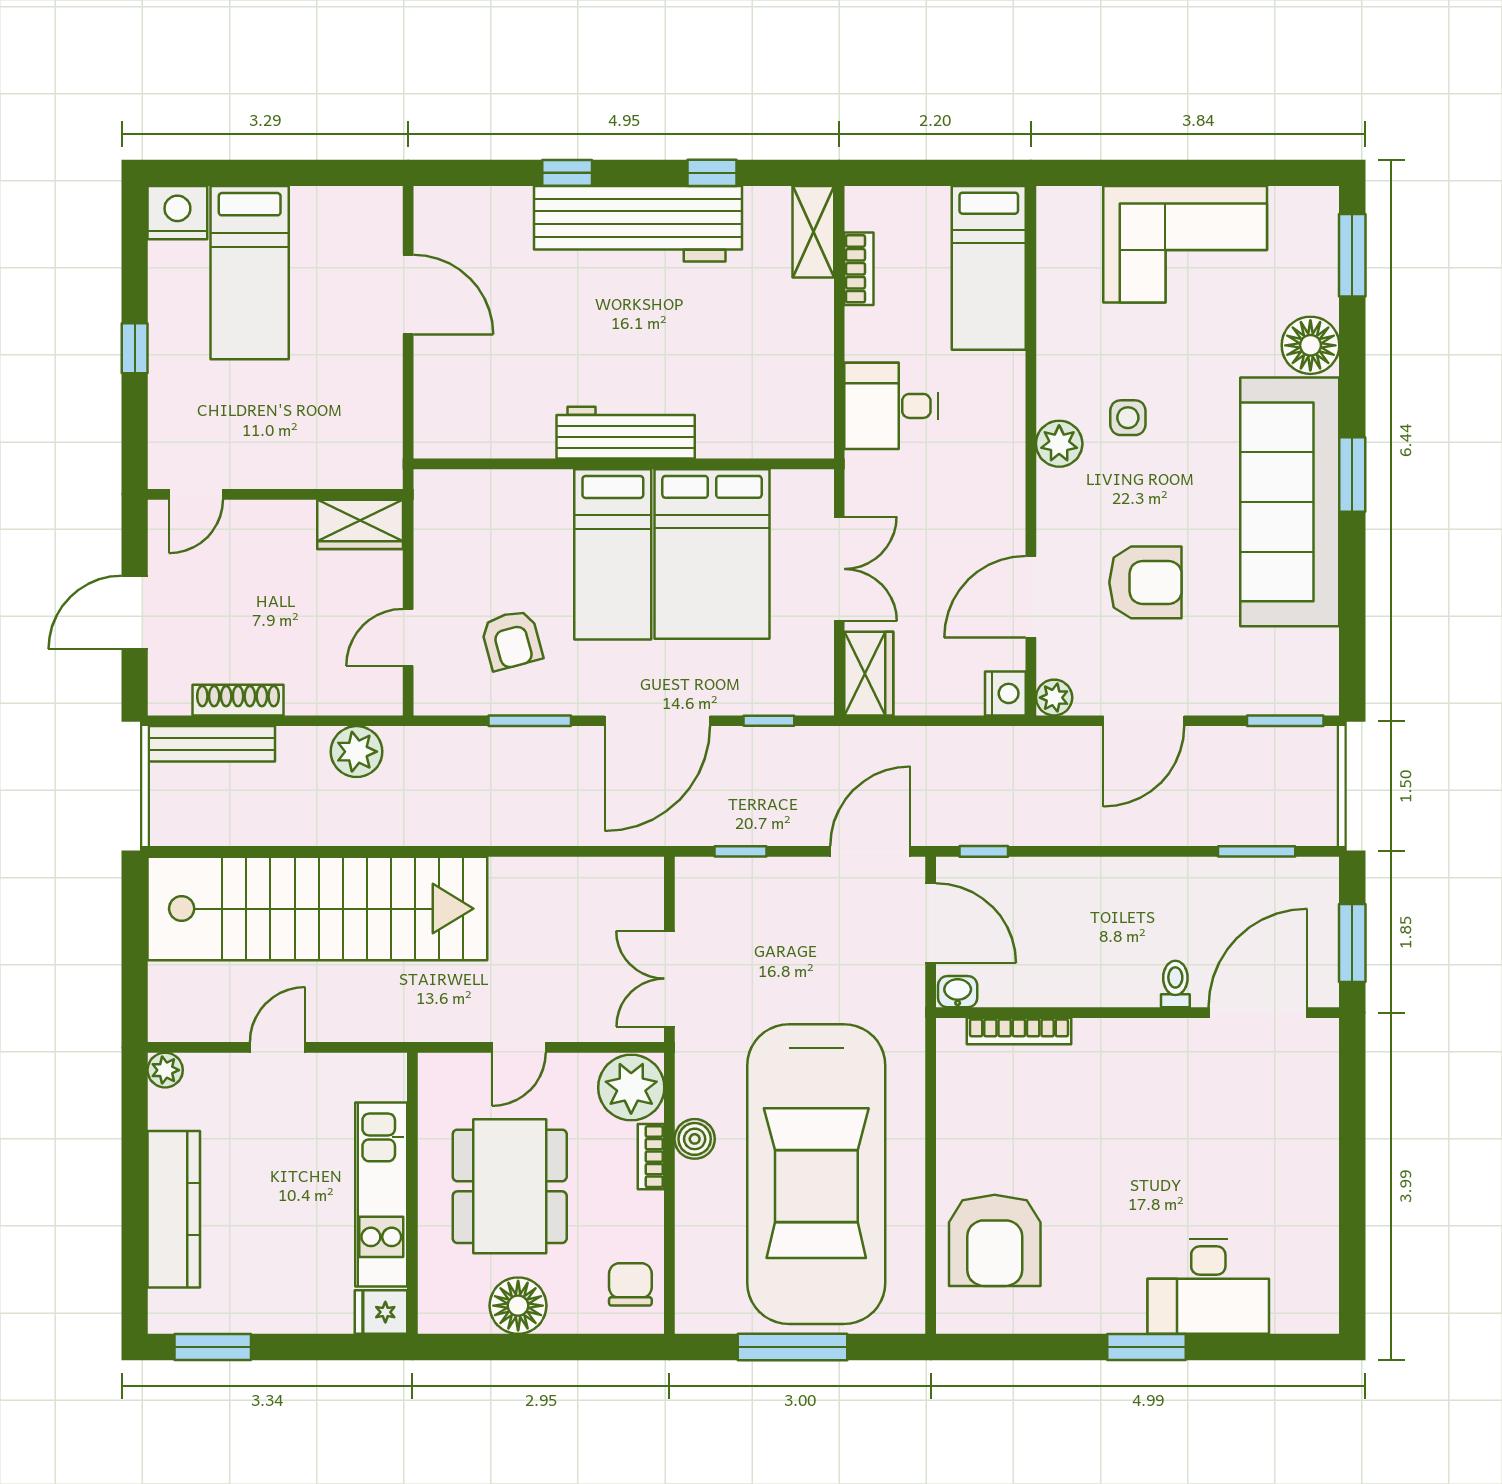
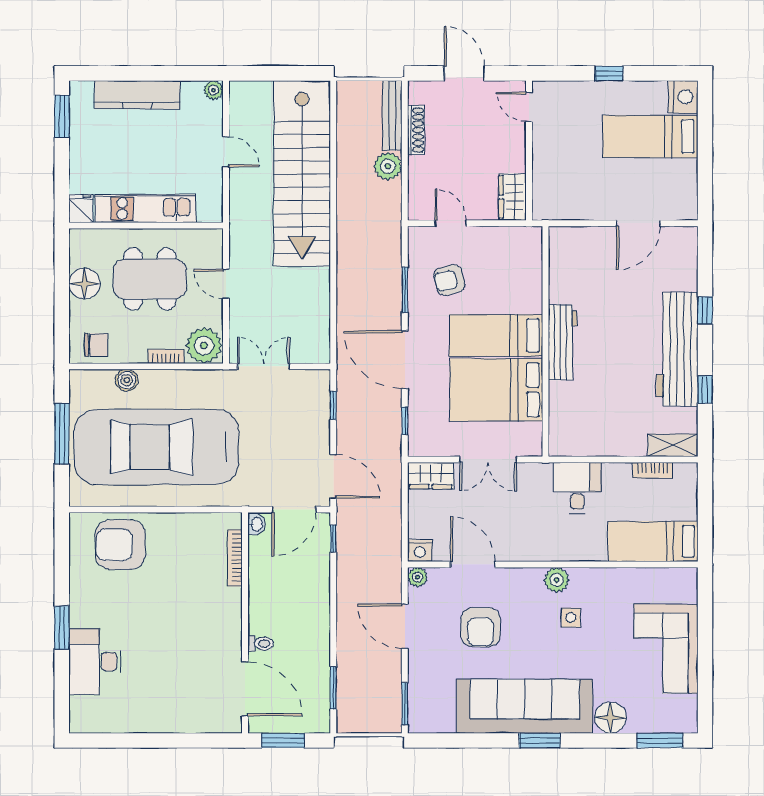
plant: (357, 752) -> (388, 166), moved
boiler: (695, 1139) -> (127, 380), moved

